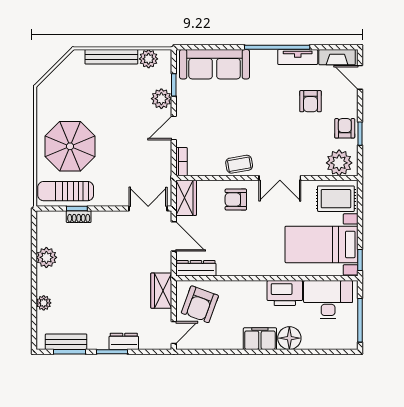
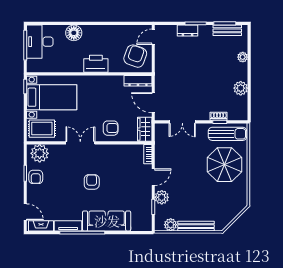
sofa: (215, 64) -> (107, 221), moved
armchair: (310, 101) -> (92, 182), moved
coffee table: (239, 164) -> (108, 152), removed
double door: (148, 208) -> (182, 122), moved
wardrobe: (161, 291) -> (162, 65), removed
printer: (285, 293) -> (96, 64), moved
desk: (328, 300) -> (40, 42), moved, turned 90
filing cabinet: (260, 339) -> (94, 32), removed

